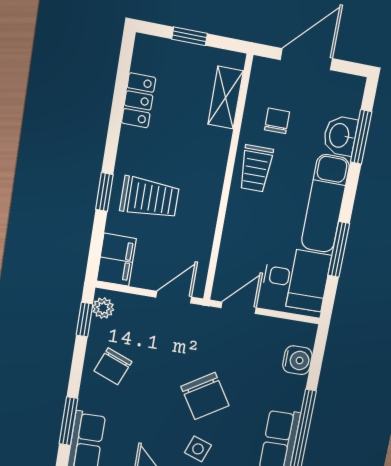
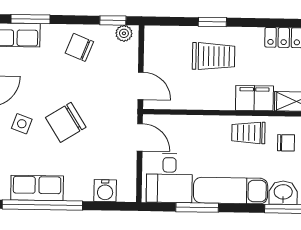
trolley: (150, 198) -> (214, 56), turned -90
filing cabinet: (116, 260) -> (254, 98), moved, turned 180

